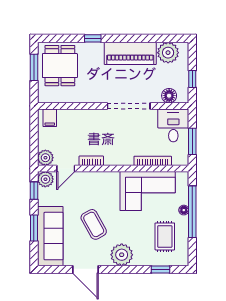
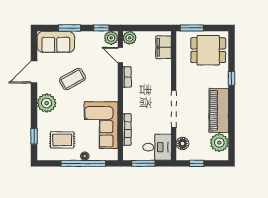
window: (34, 67) -> (192, 28), moved
filing cabinet: (50, 118) -> (164, 47), width x2.00
sofa: (50, 236) -> (56, 42), width x0.73

